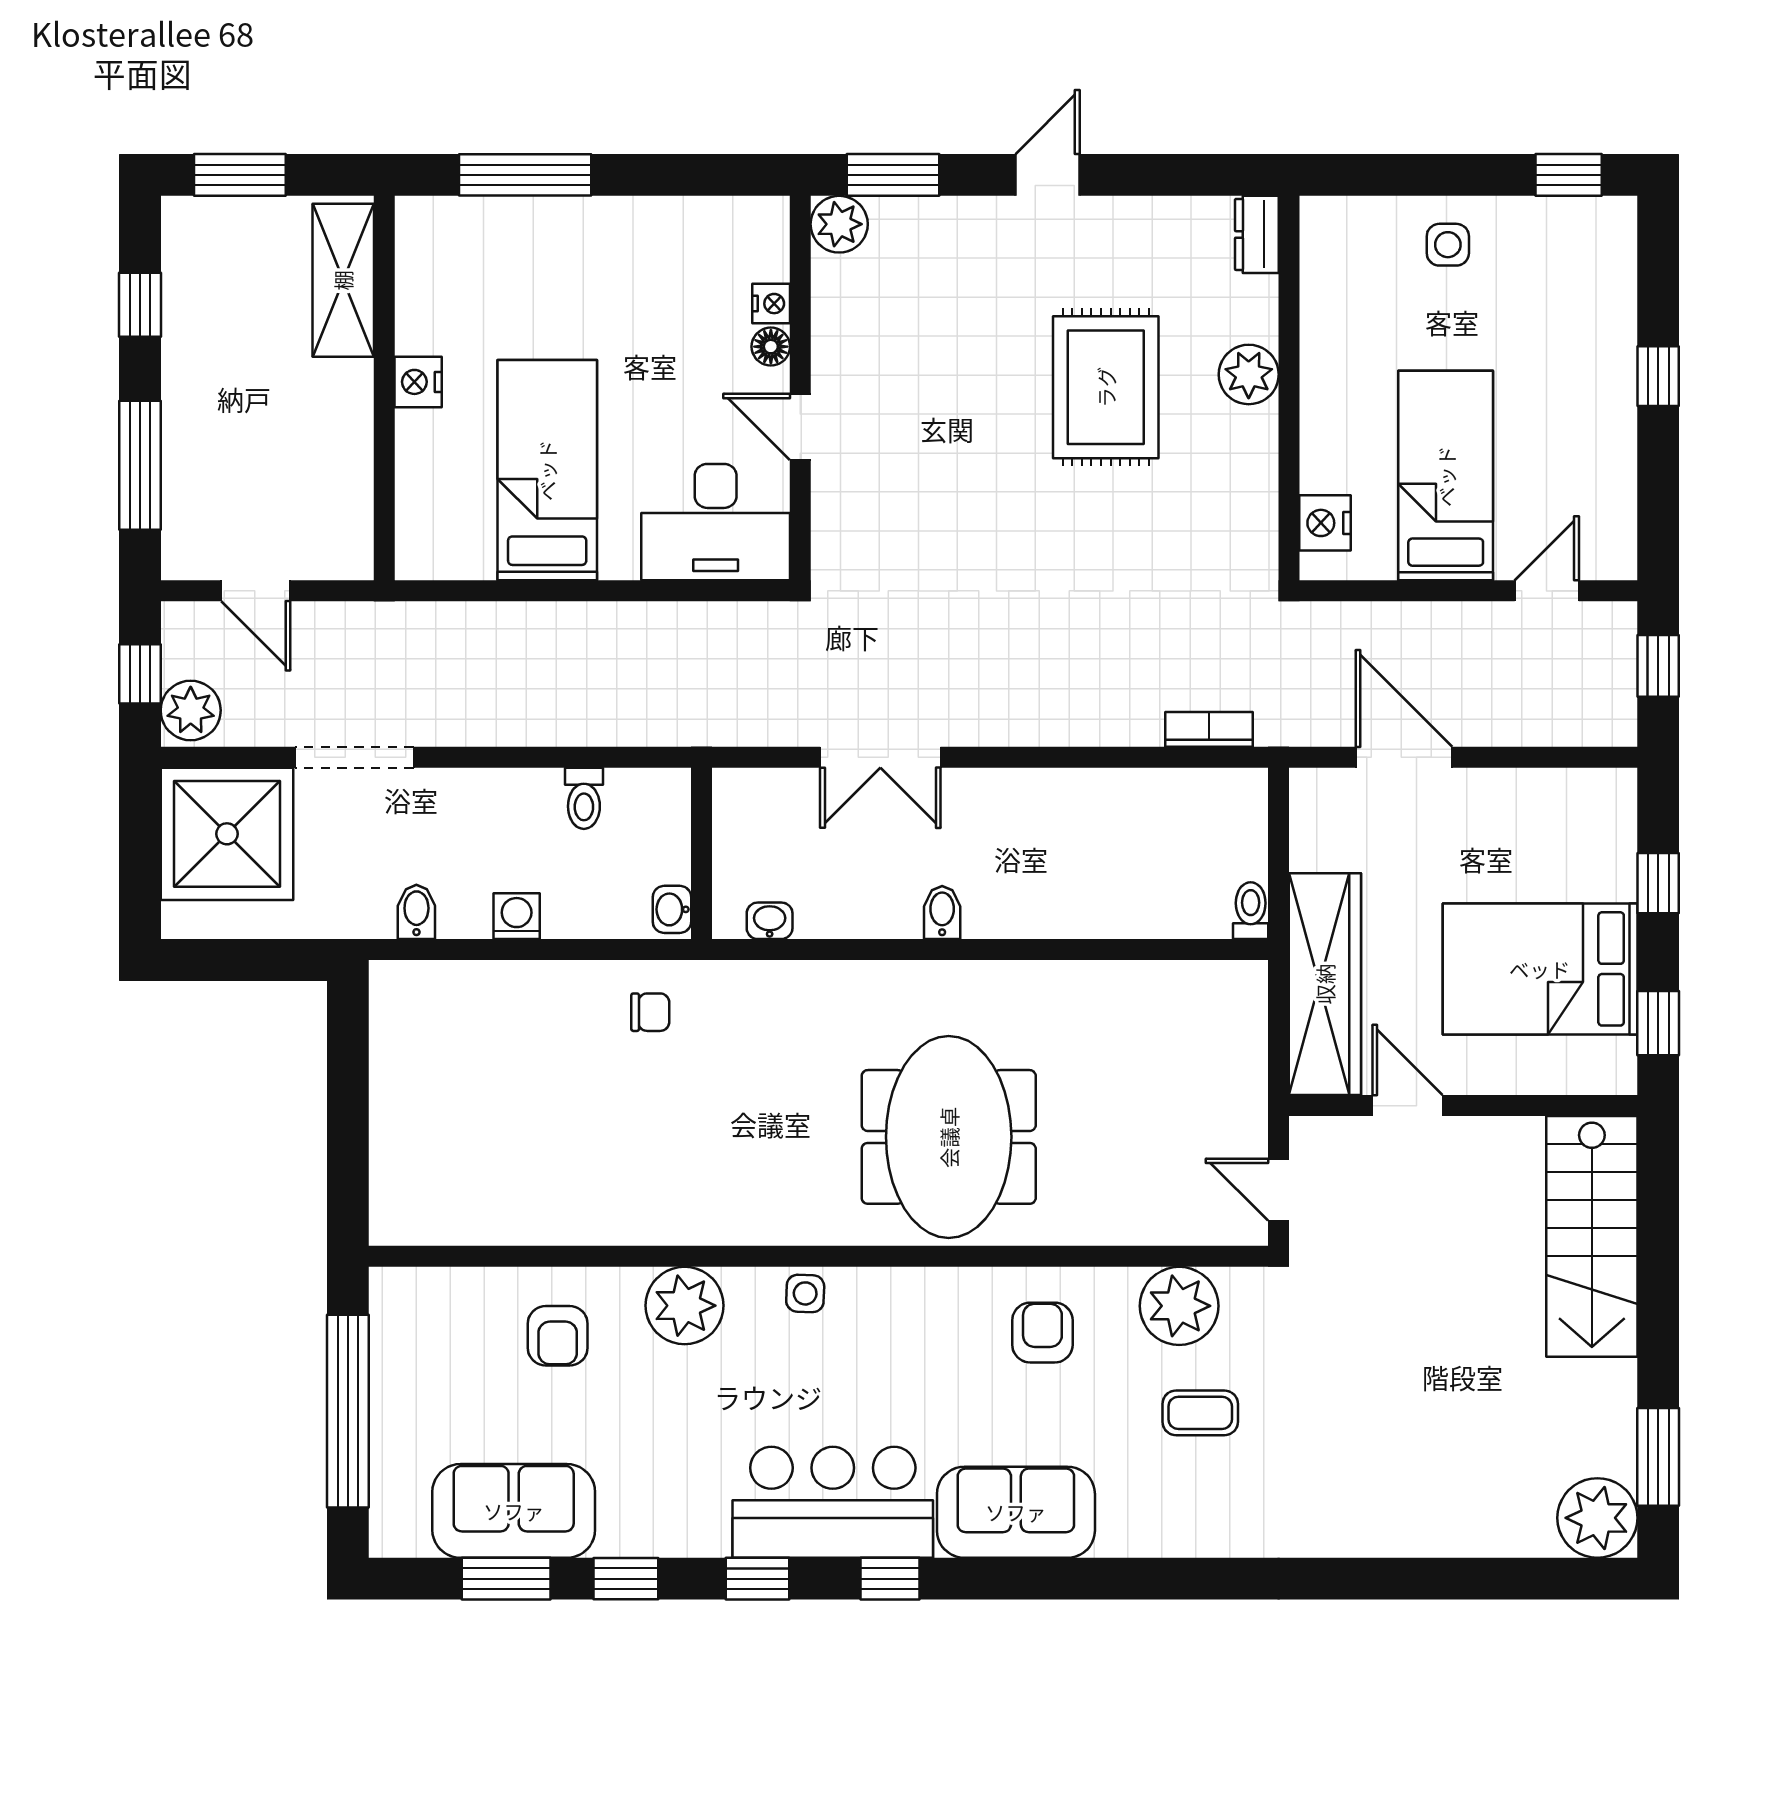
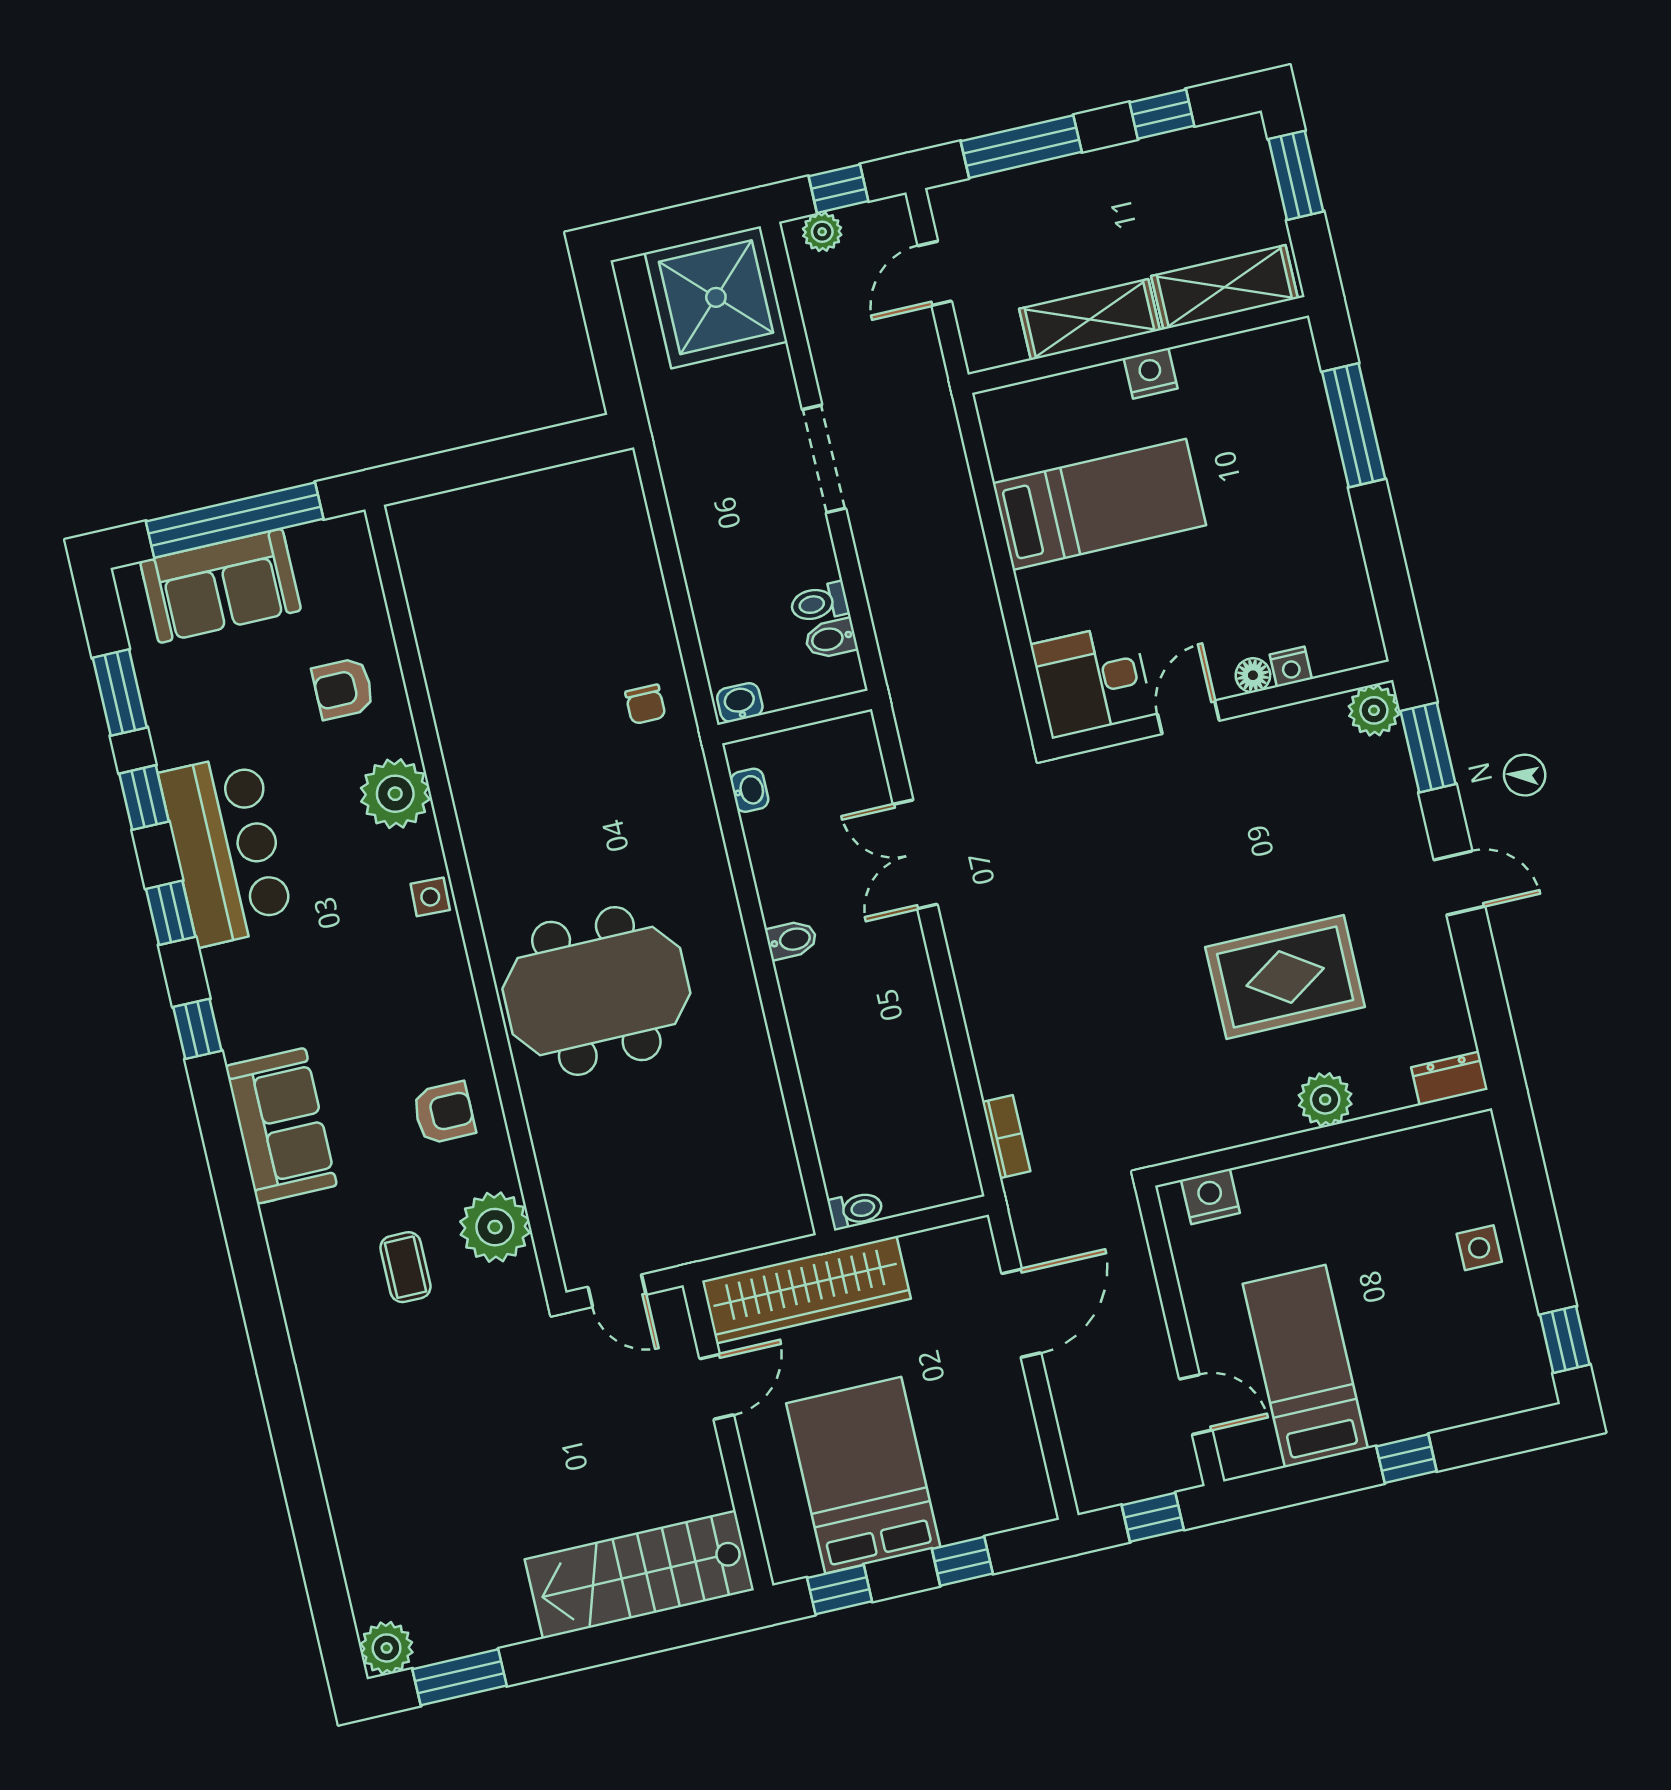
shelving: (345, 435) -> (1090, 320), added
bed: (1446, 476) -> (1305, 1366), moved, turned -90
desk: (716, 522) -> (1092, 680), width x0.73
plant: (191, 710) -> (822, 232), width x0.73, depth x0.73
doorway: (355, 757) -> (824, 459), moved
bidet: (416, 912) -> (831, 639), moved, turned 180
washing machine: (517, 916) -> (702, 568), removed
door: (1279, 1190) -> (617, 1291), swing flipped
bar counter: (833, 1502) -> (226, 849), moved
sofa: (514, 1511) -> (221, 586), moved, turned 90
plant: (1597, 1518) -> (387, 1648), width x0.73, depth x0.73

